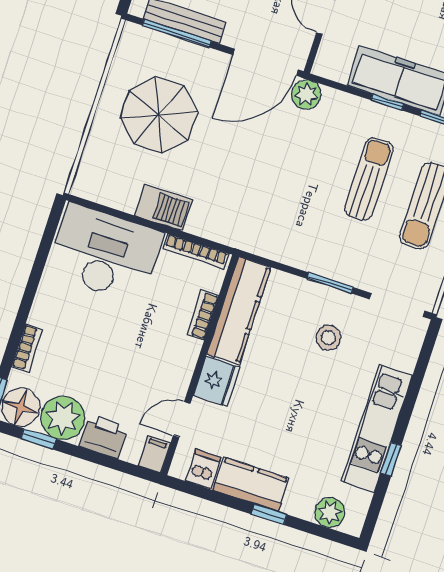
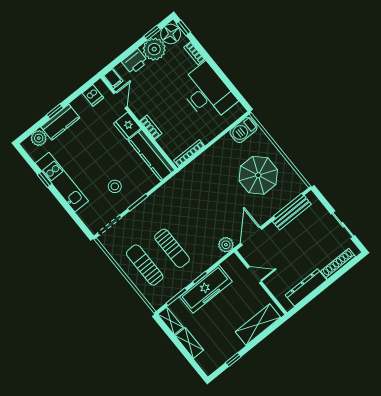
door: (265, 62) -> (251, 236), width x0.73
barbecue: (164, 208) -> (243, 130), moved
desk: (105, 253) -> (207, 93), moved, turned -90
bookcase: (203, 315) -> (151, 127), moved
kitchen counter: (251, 484) -> (60, 122), moved

